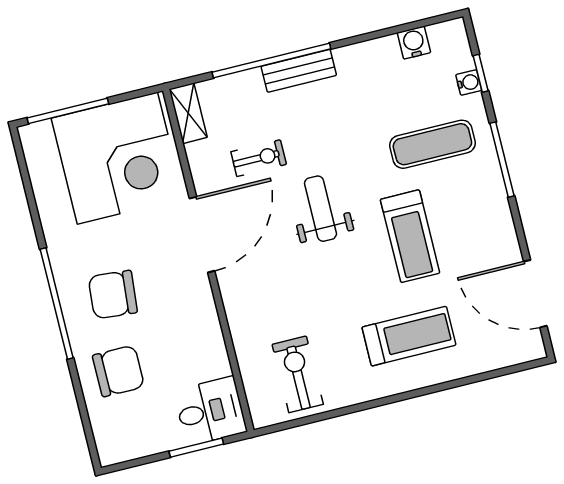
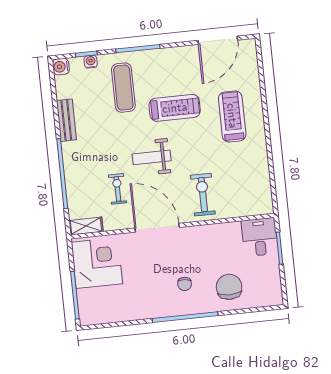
water cooler: (414, 43) -> (61, 67), moved
bench: (299, 71) -> (66, 120), moved
corner desk: (117, 158) -> (97, 263), width x0.74, depth x0.74
chair: (113, 295) -> (185, 284), width x0.54, depth x0.54
exercise bike: (298, 374) -> (203, 195), moved, turned 90

